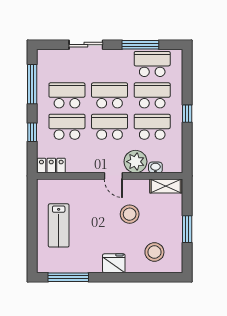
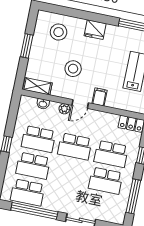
window: (140, 45) -> (34, 211), width x1.46
school desk: (110, 95) -> (69, 173), removed
plant: (135, 162) -> (64, 109), width x0.53, depth x0.53
door: (113, 176) -> (80, 104), swing flipped
filing cabinet: (93, 188) -> (100, 97), added

